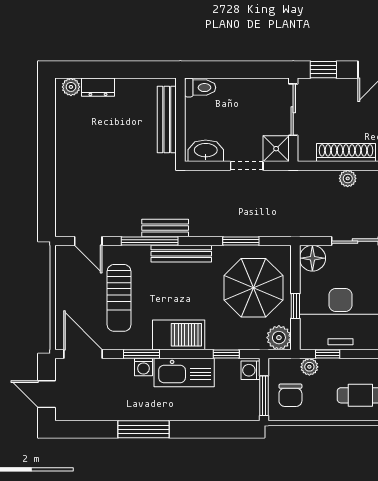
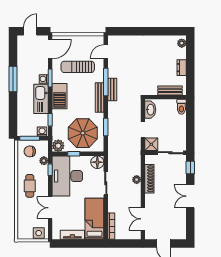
dresser: (98, 87) -> (182, 68), moved
bench: (167, 119) -> (170, 90), width x0.73

